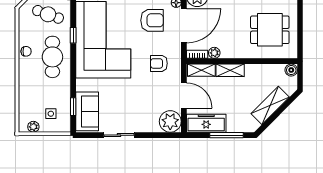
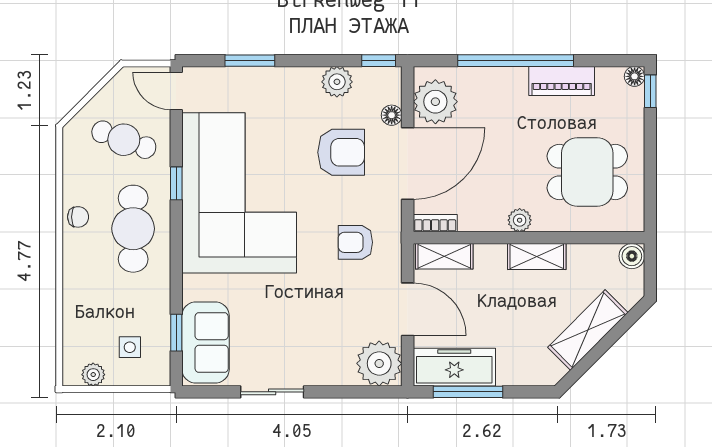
plant: (214, 53) -> (520, 220), moved
shelving: (230, 70) -> (537, 256), moved
window: (226, 135) -> (468, 392), moved

